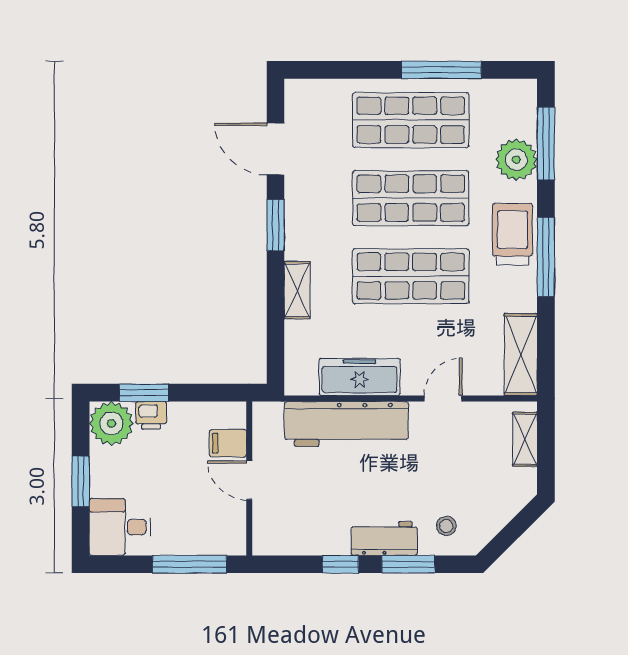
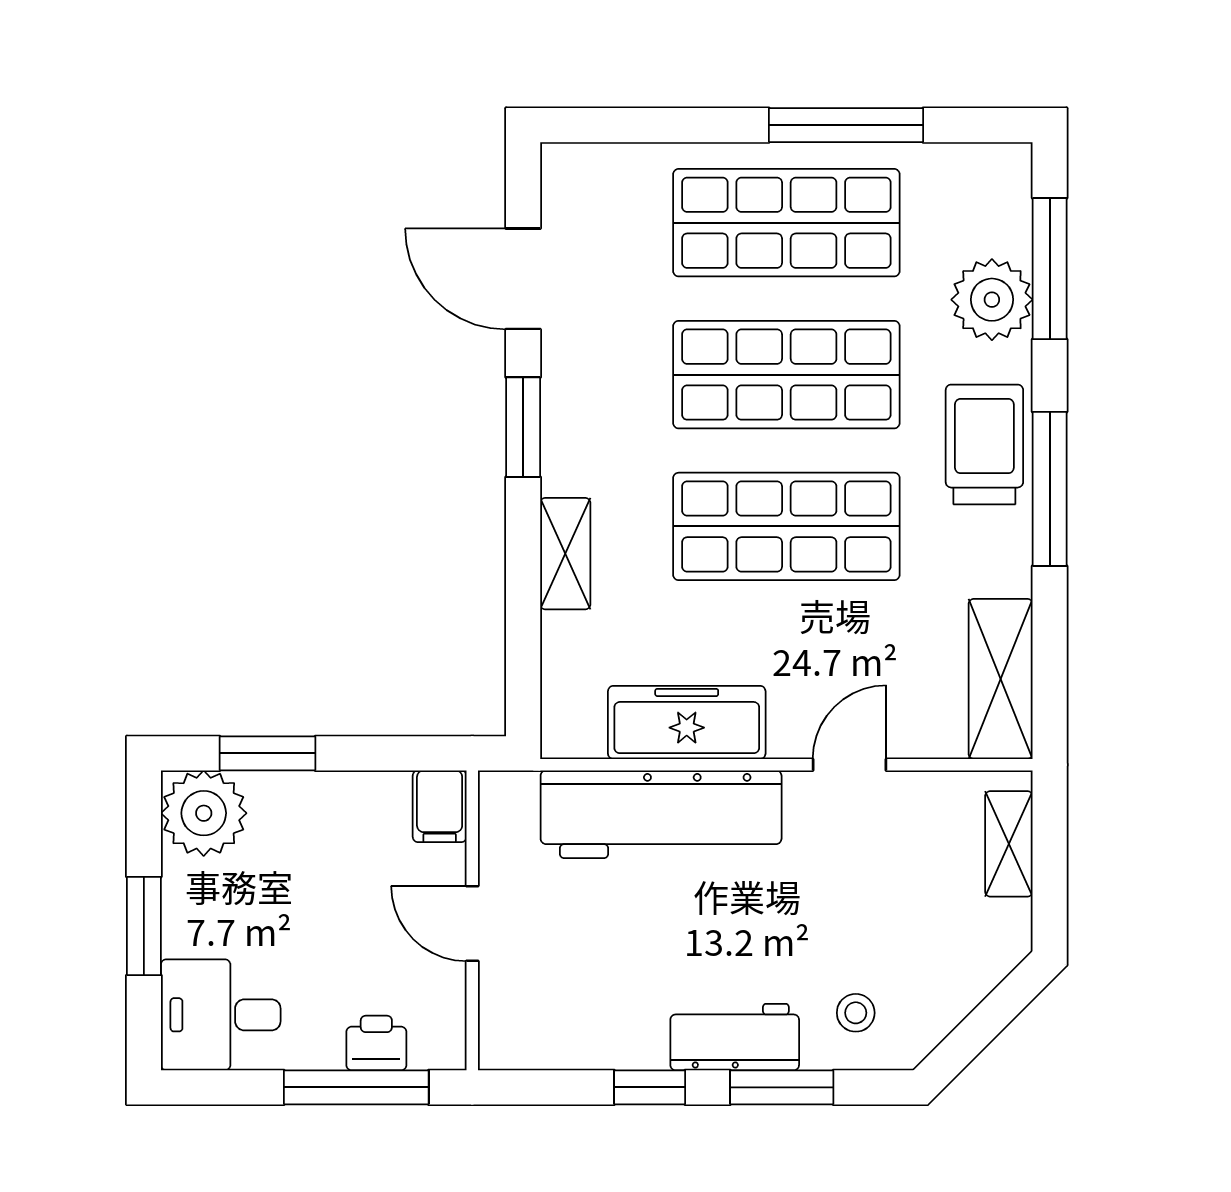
printer: (151, 415) -> (376, 1043), moved, turned 180
filing cabinet: (228, 443) -> (440, 806), moved, turned -90

